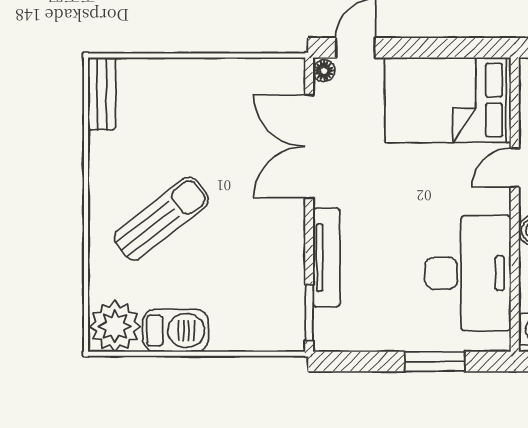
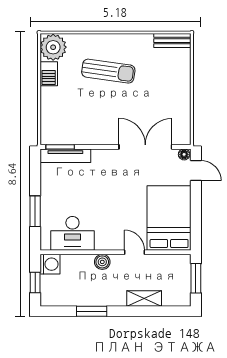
sun lounger: (161, 219) -> (108, 71), turned -44
tv unit: (326, 258) -> (65, 156), moved
desk: (468, 273) -> (72, 233), width x0.73, depth x0.77
barbecue: (176, 331) -> (49, 74), width x0.73, depth x0.79

